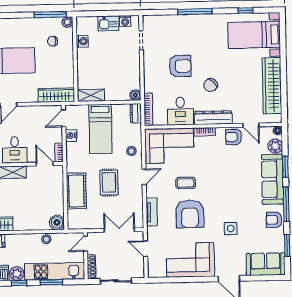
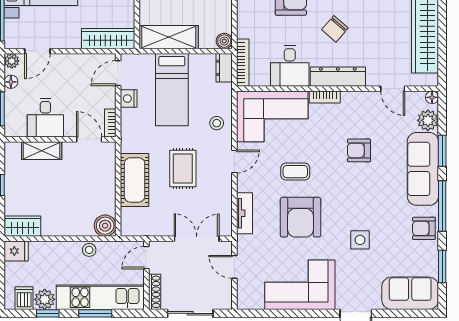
shelving: (91, 95) -> (169, 37), width x1.50, depth x1.33
armchair: (234, 137) -> (359, 150), moved

